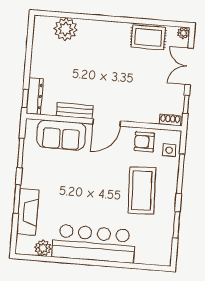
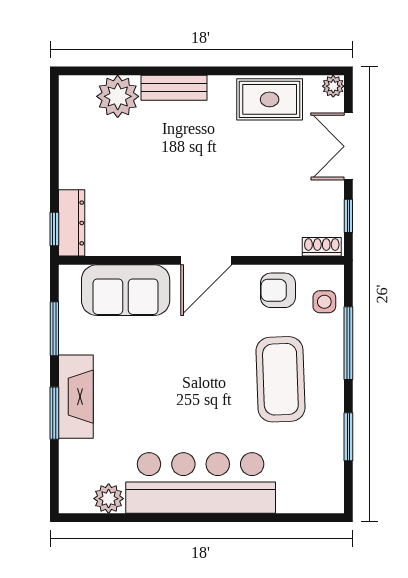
bench: (75, 111) -> (174, 88), moved
fireplace: (28, 212) -> (76, 397), moved

